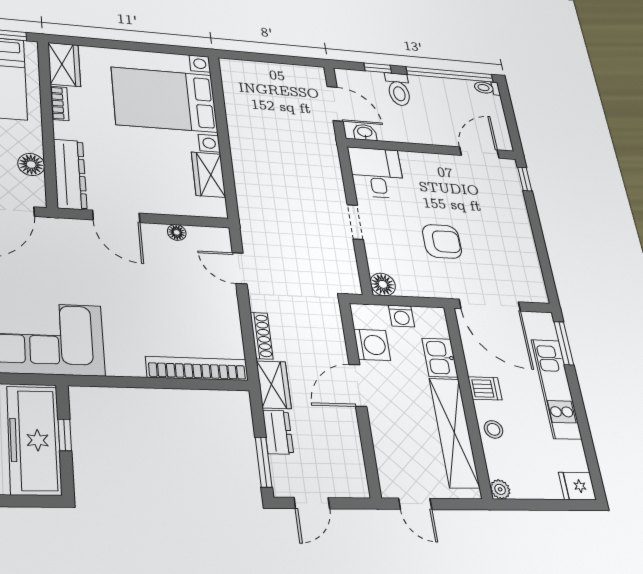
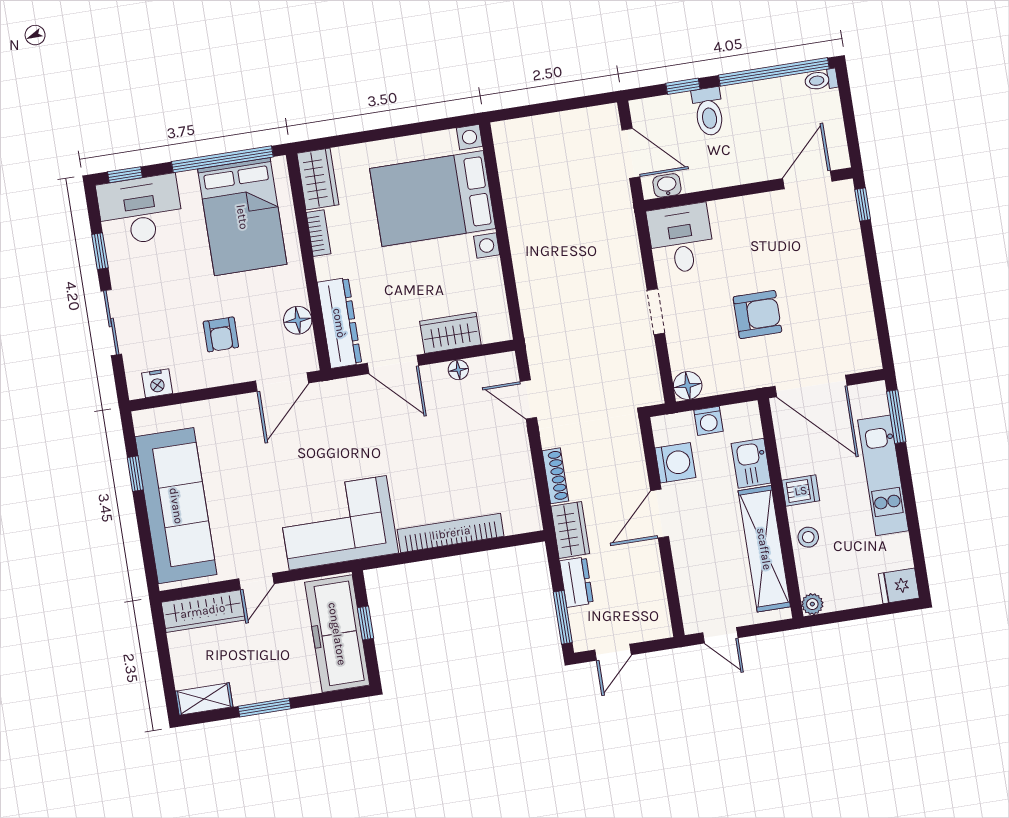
wardrobe: (208, 175) -> (450, 333), moved, turned 90
bookcase: (197, 368) -> (451, 533), moved

